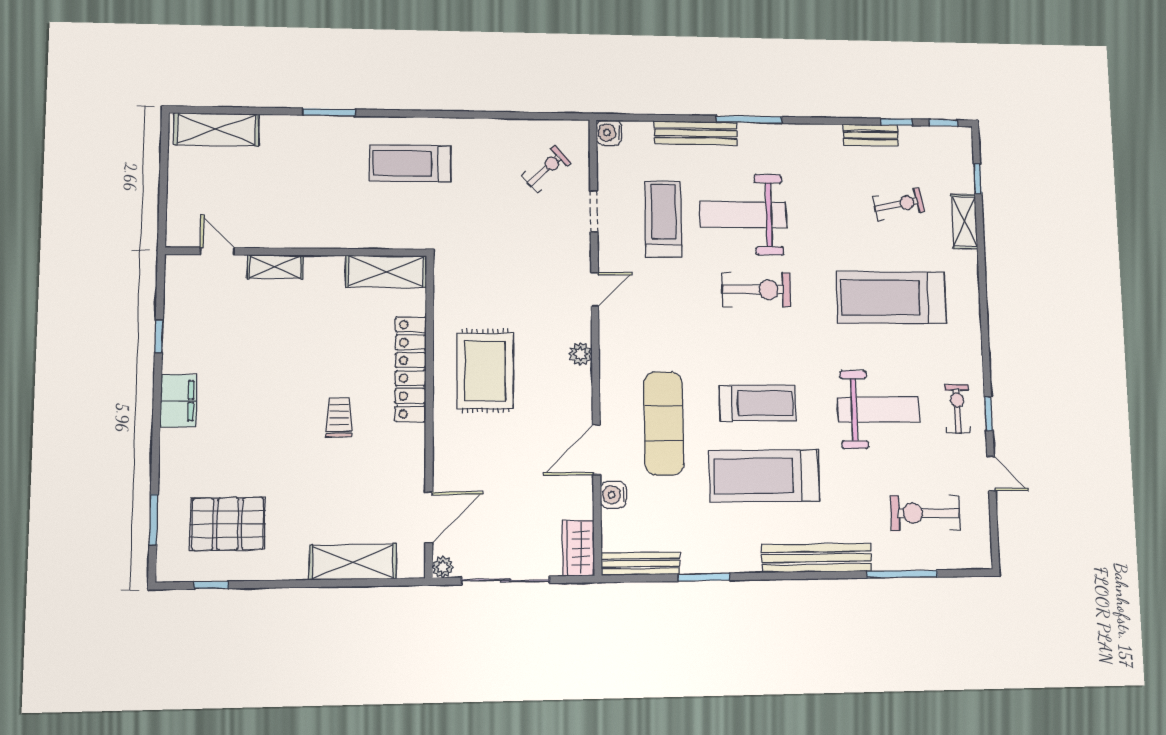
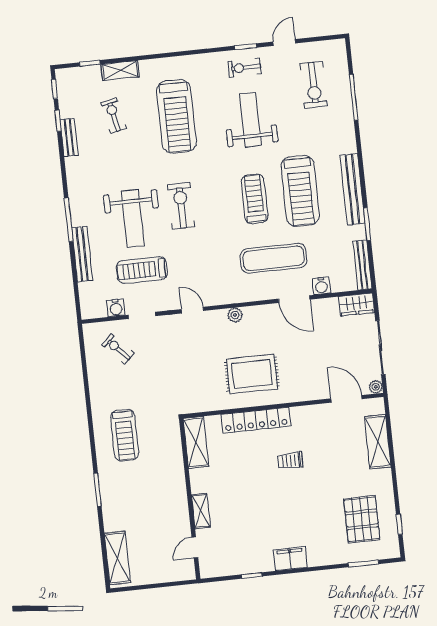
water cooler: (609, 133) -> (116, 308), moved
bench: (817, 558) -> (352, 189), moved

